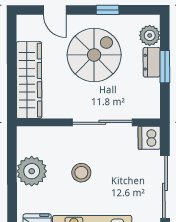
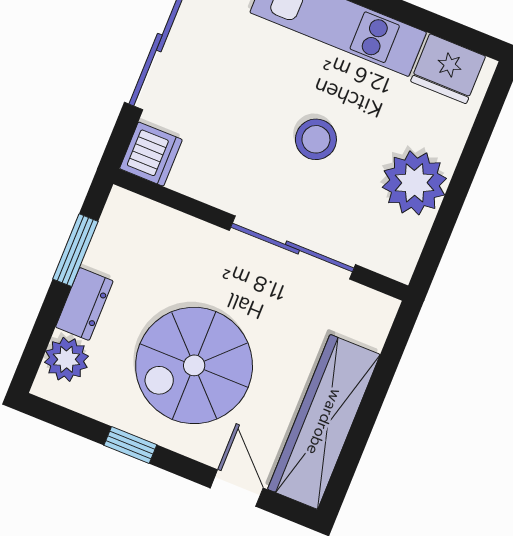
window: (165, 67) -> (75, 250), moved
wardrobe: (29, 80) -> (324, 422), moved
sliding door: (102, 122) -> (292, 248), moved

